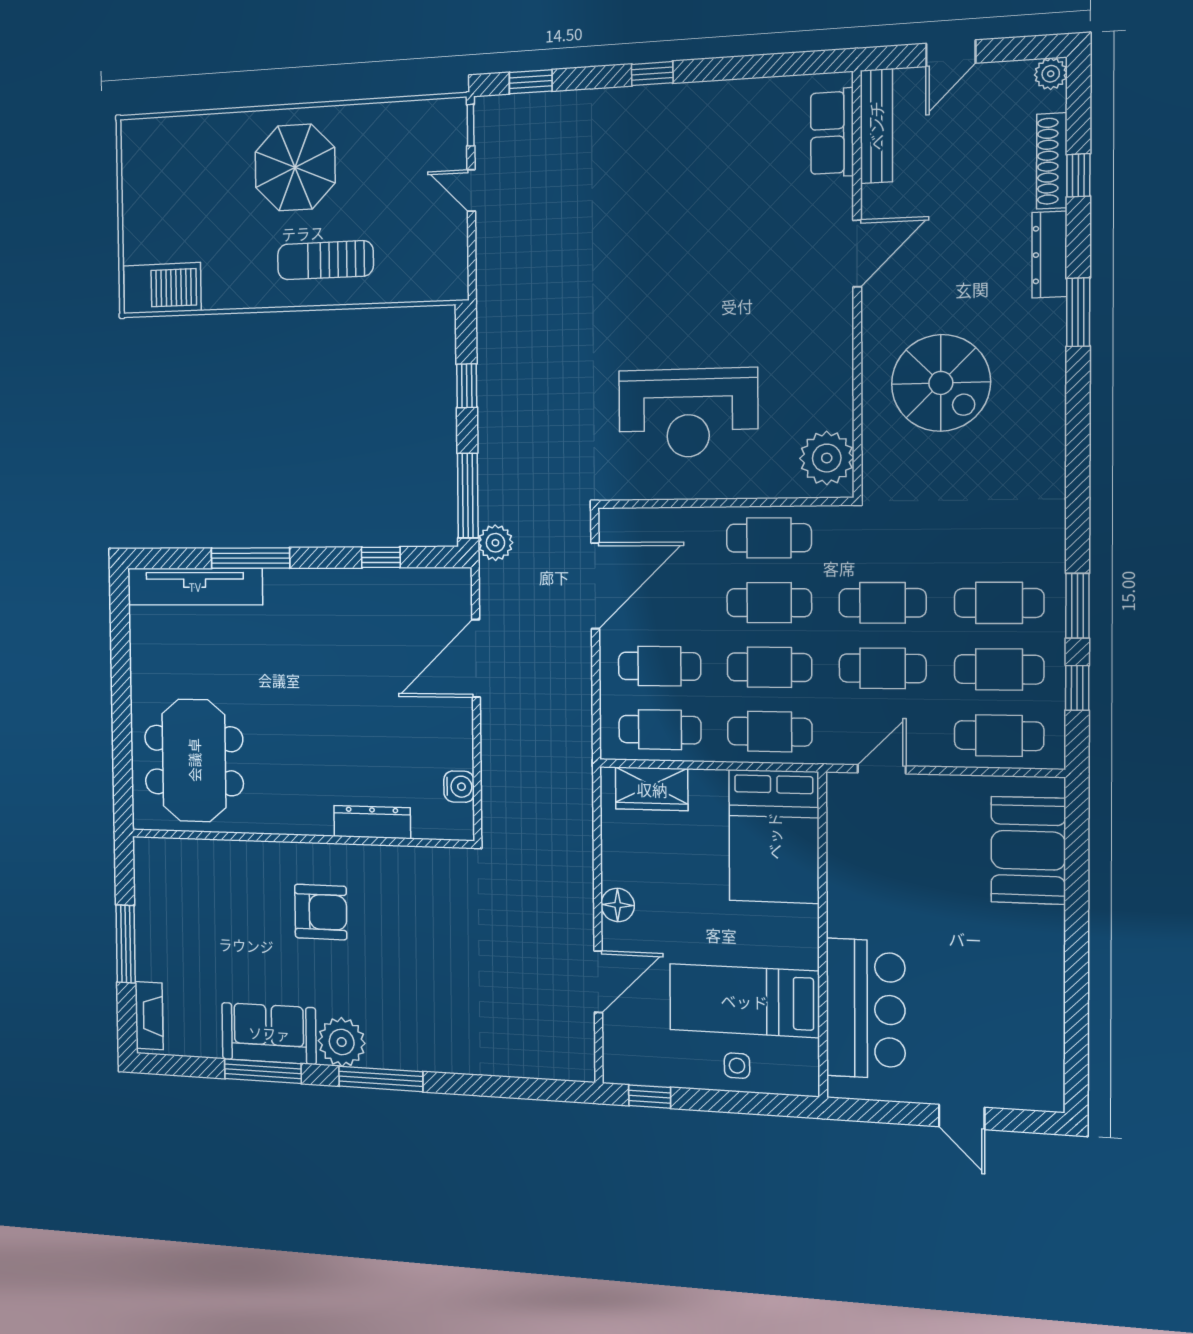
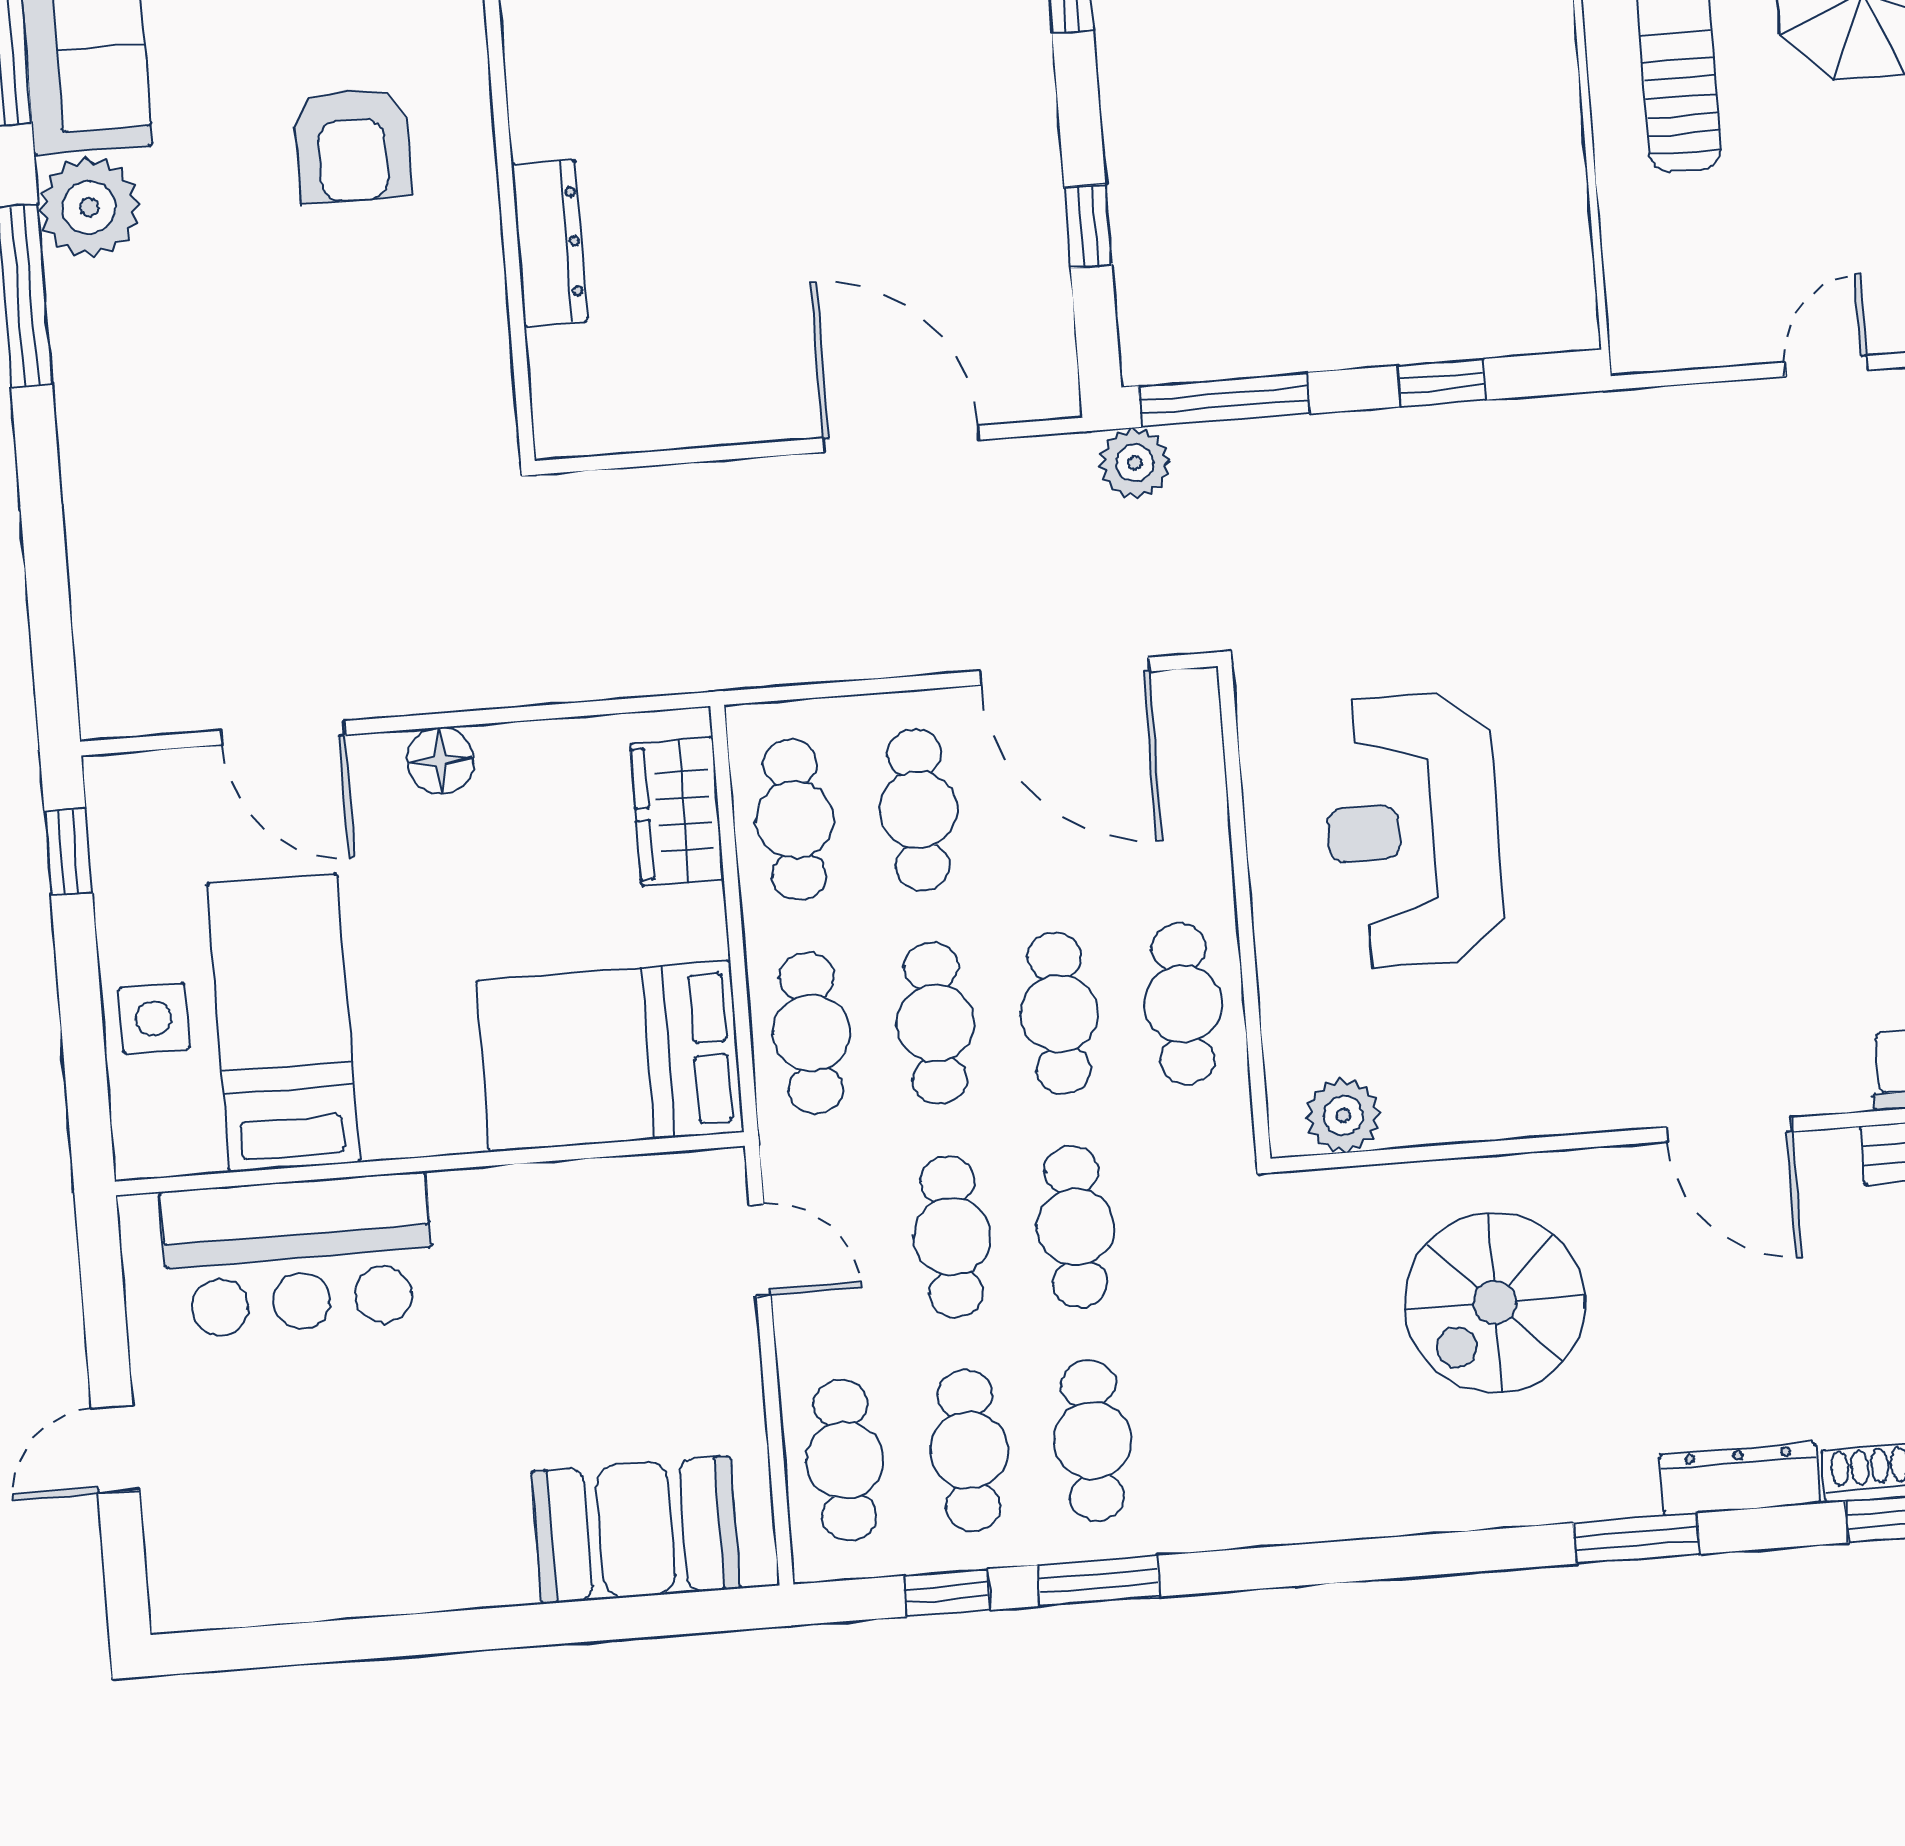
plant: (827, 458) -> (1343, 1116), width x0.73, depth x0.73
water cooler: (459, 787) -> (641, 421), removed
side table: (737, 1066) -> (154, 1018), width x1.37, depth x1.37

